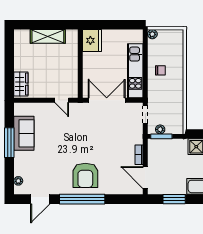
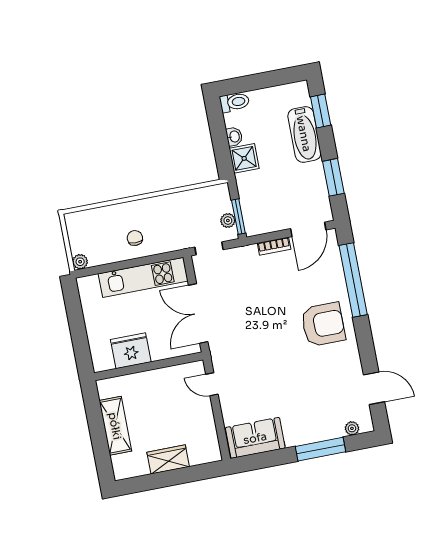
fridge: (92, 40) -> (131, 351), moved
wardrobe: (21, 84) -> (168, 459), moved
door: (62, 100) -> (212, 384), swing flipped
sofa: (24, 133) -> (255, 438), moved
window: (9, 143) -> (320, 449), moved
window: (82, 199) -> (353, 280), moved

